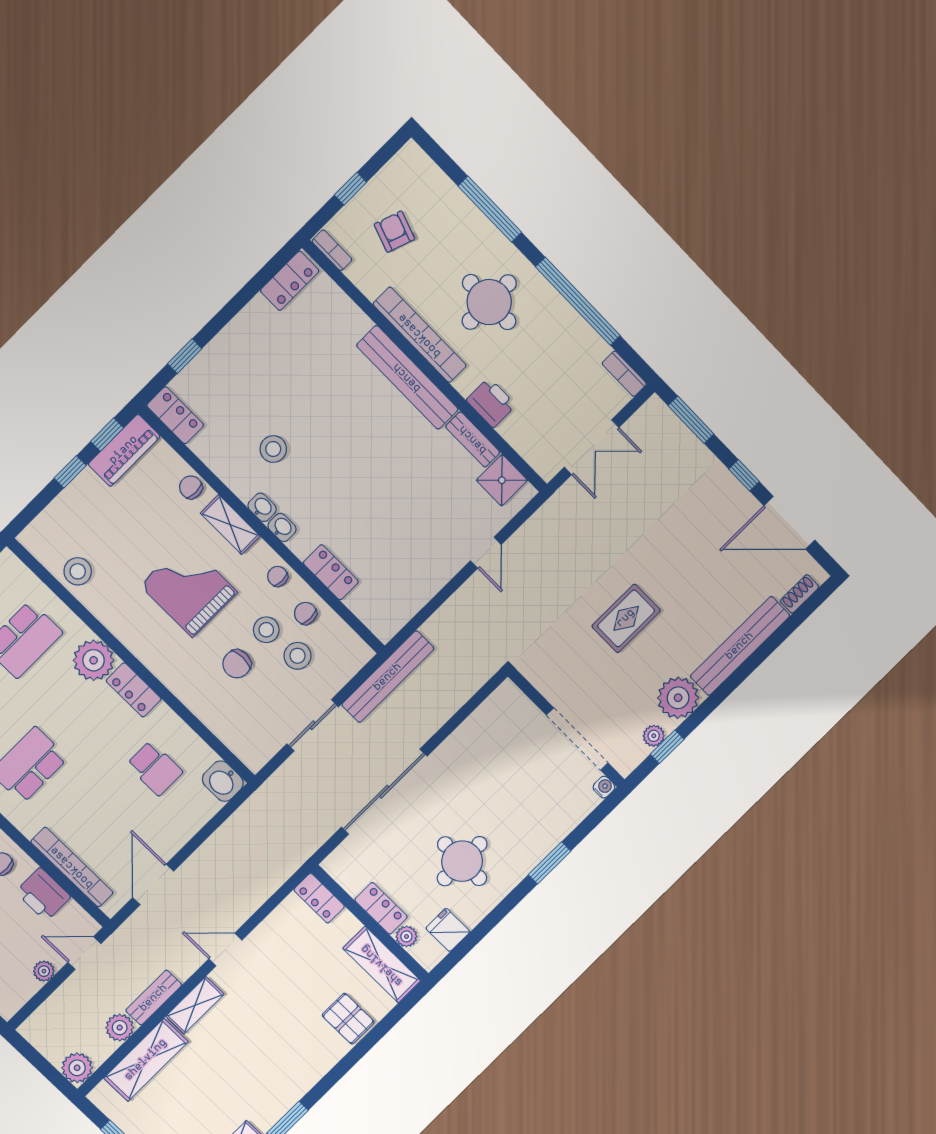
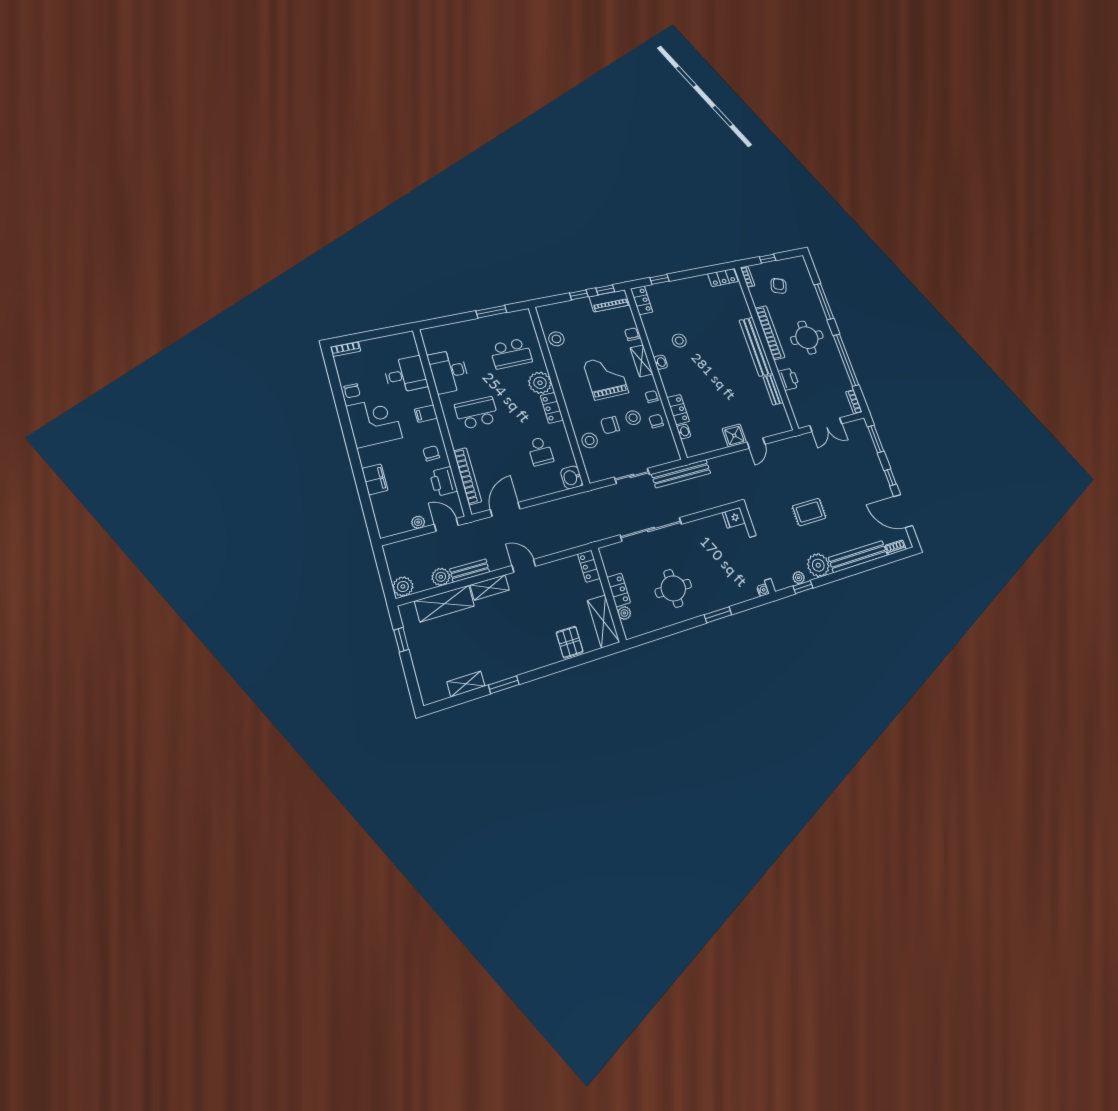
shower: (502, 480) -> (734, 435), moved
washbasin: (282, 527) -> (684, 431), moved
stool: (297, 656) -> (590, 440), moved
fridge: (448, 930) -> (734, 518), moved, turned -90

